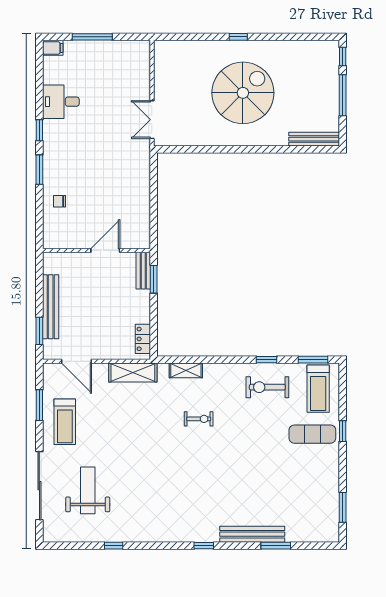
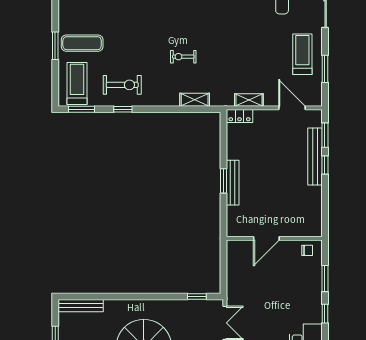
window: (183, 149) -> (197, 296), added
wall: (97, 251) -> (274, 238), moved
door: (105, 251) -> (266, 238), moved
bench: (143, 271) -> (233, 183), width x1.36
window: (39, 297) -> (325, 165), added
locker: (143, 339) -> (239, 116), moved, turned 90
shelving: (133, 373) -> (249, 100), width x0.67, depth x0.75
window: (343, 431) -> (55, 46), width x1.50

